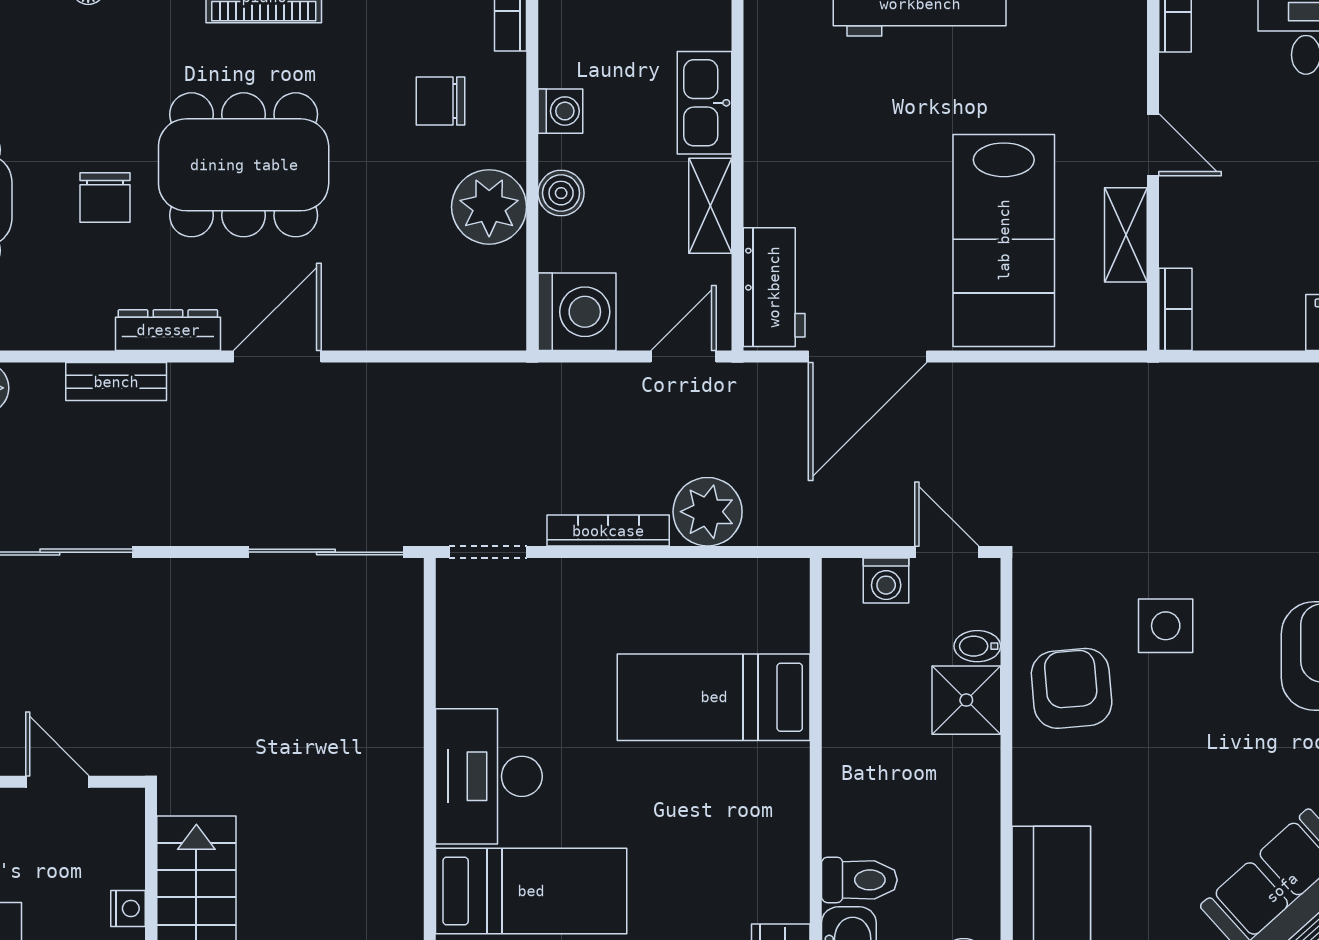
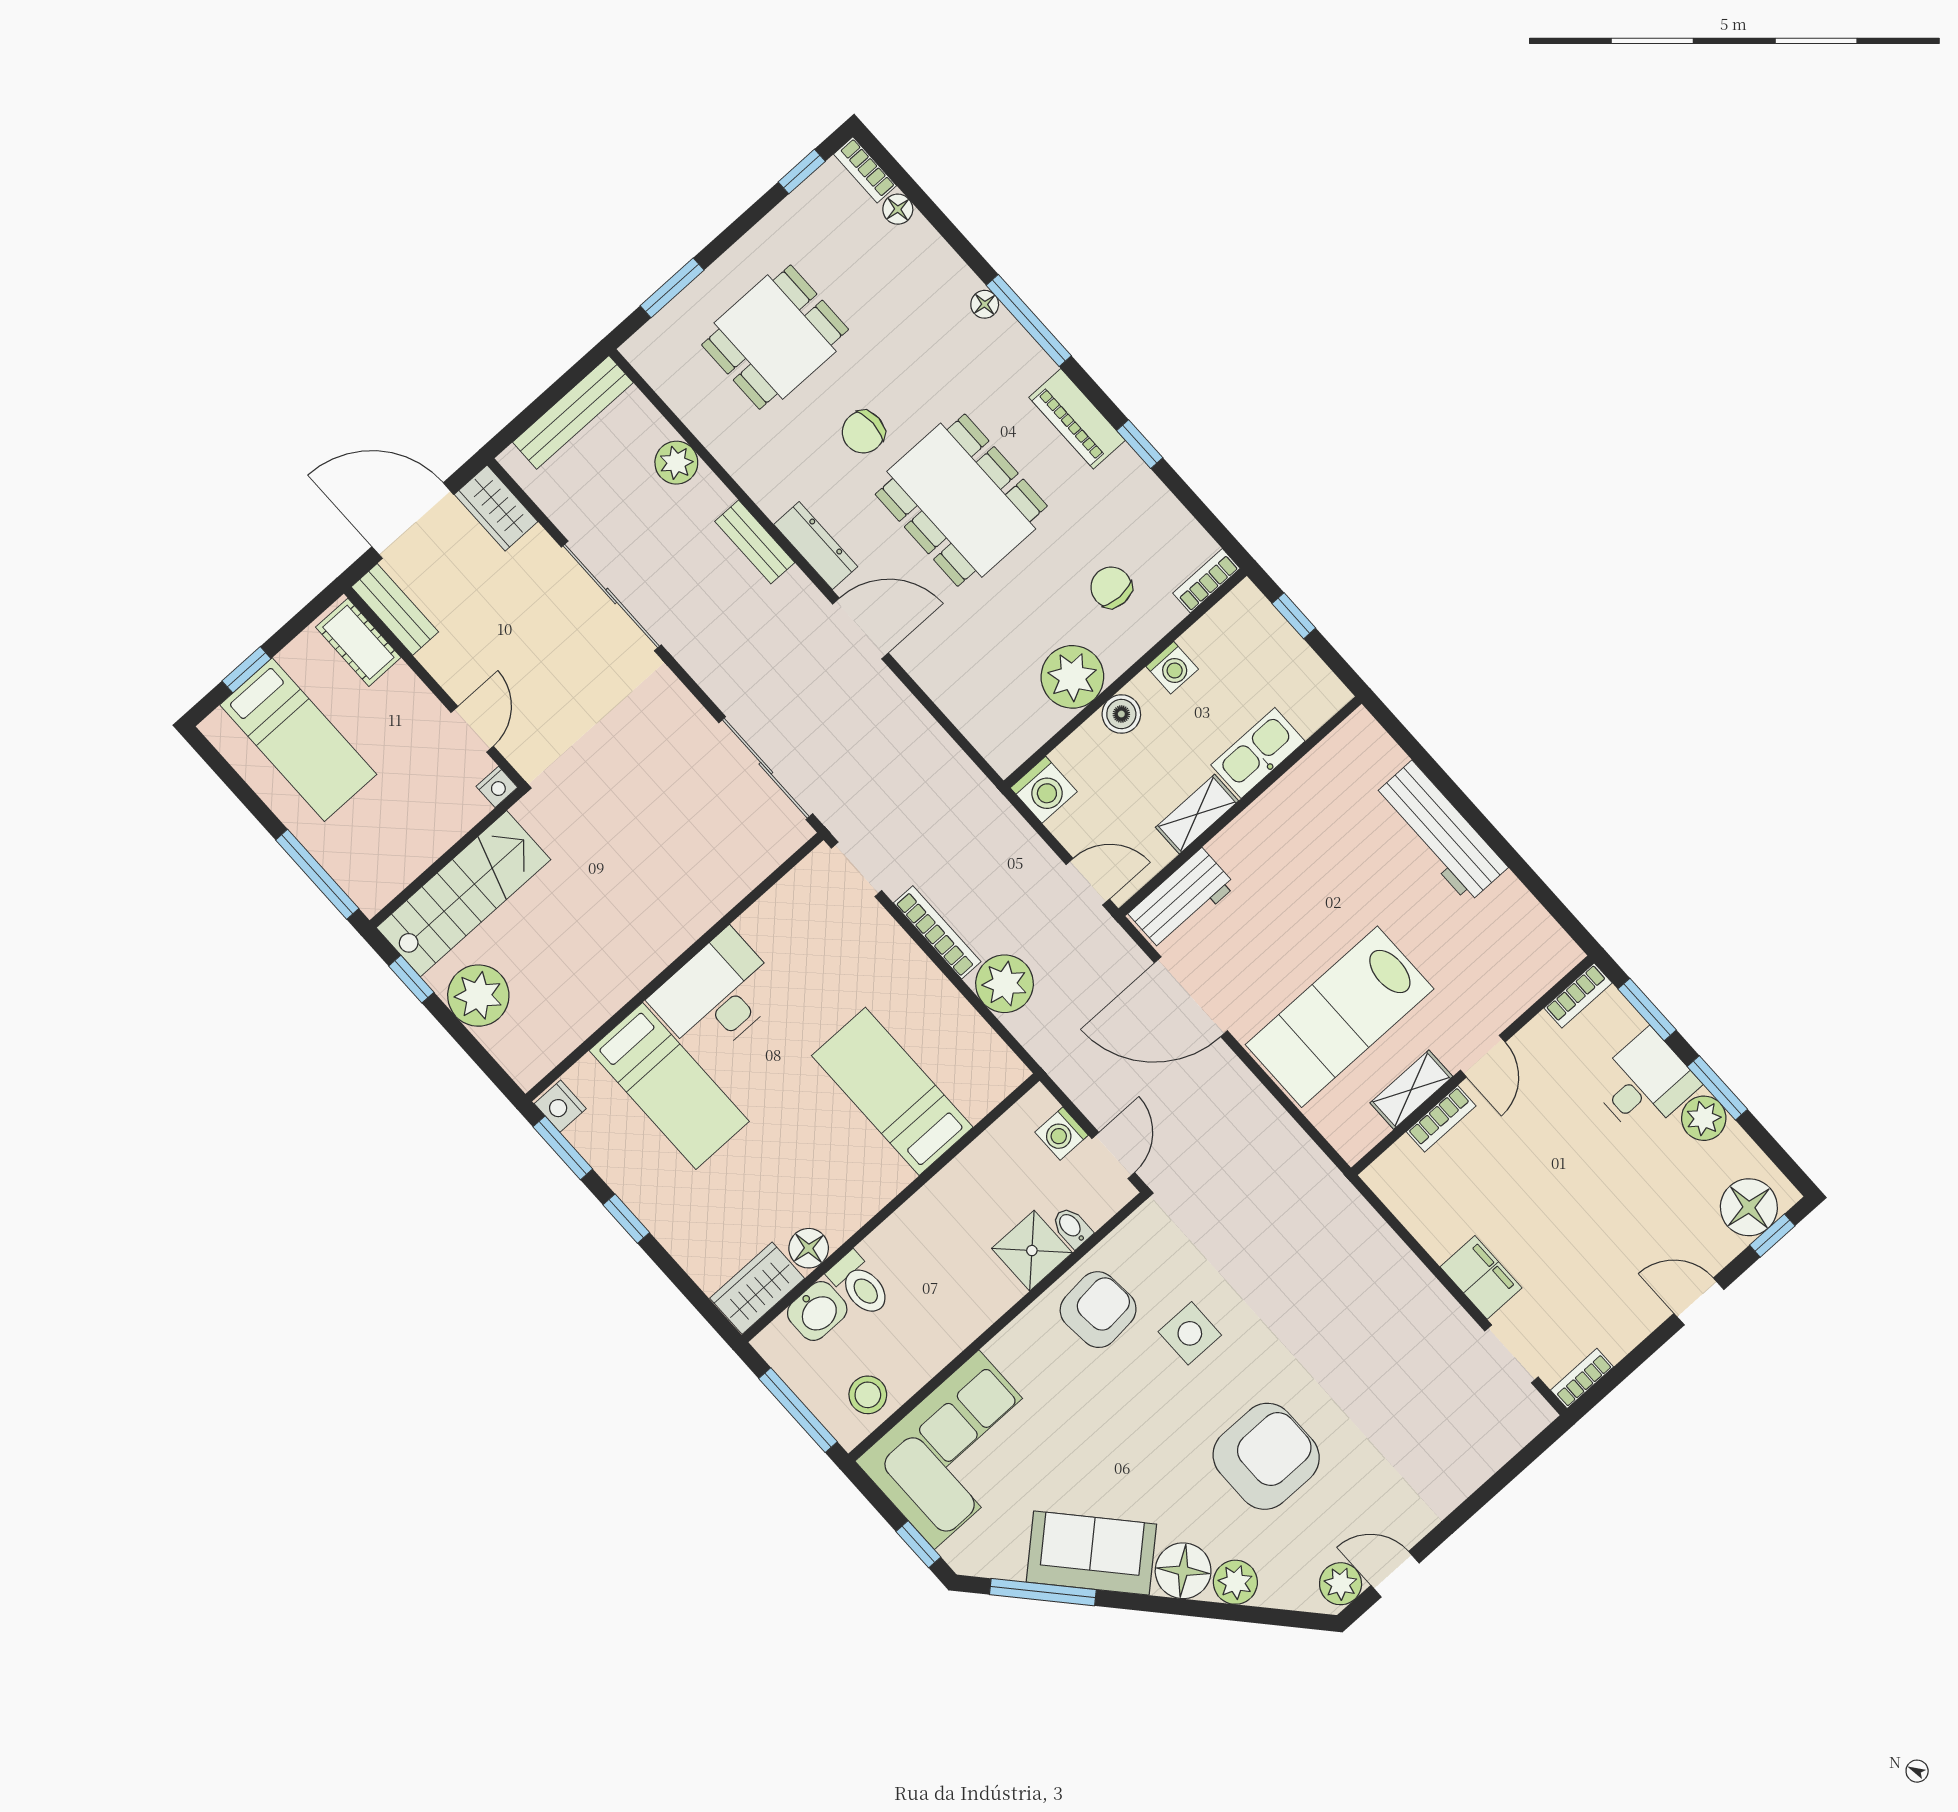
bookcase: (1175, 309) -> (1441, 1119), moved
washing machine: (577, 312) -> (1044, 790), width x0.73, depth x0.73
floor lamp: (786, 896) -> (809, 1248), added
nightstand: (128, 908) -> (497, 787), moved

